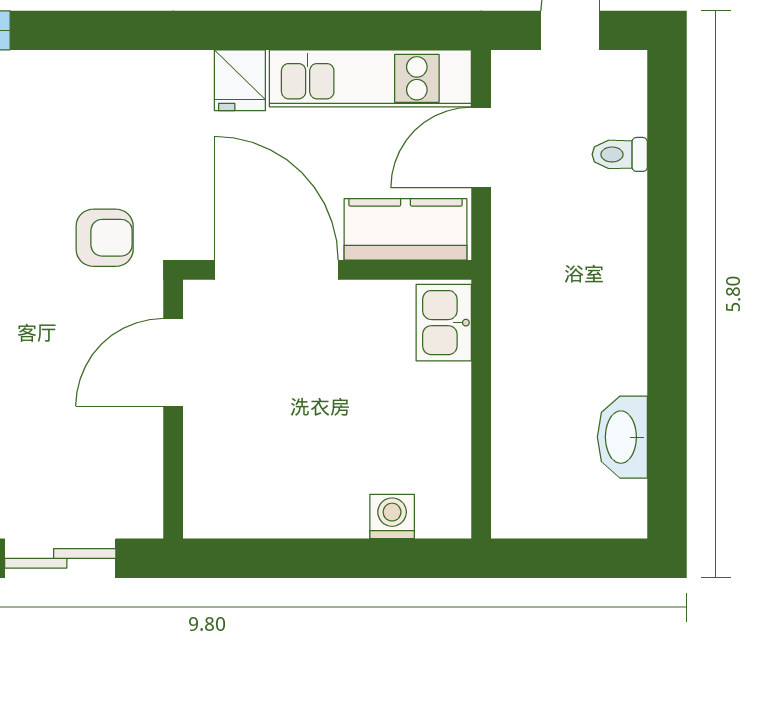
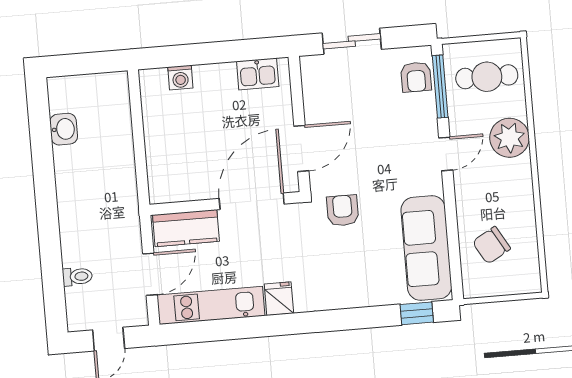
armchair: (105, 238) -> (343, 211), turned 90
door: (276, 270) -> (252, 201), swing flipped
kitchen sink: (444, 323) -> (258, 74), moved, turned 90
washbasin: (622, 437) -> (64, 129), width x0.72

